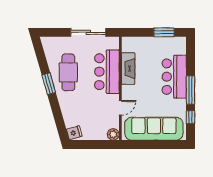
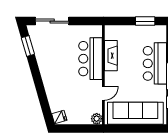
sliding door: (88, 32) -> (52, 21), moved
cafe table: (68, 72) -> (54, 59), removed
window: (49, 84) -> (28, 46), moved

